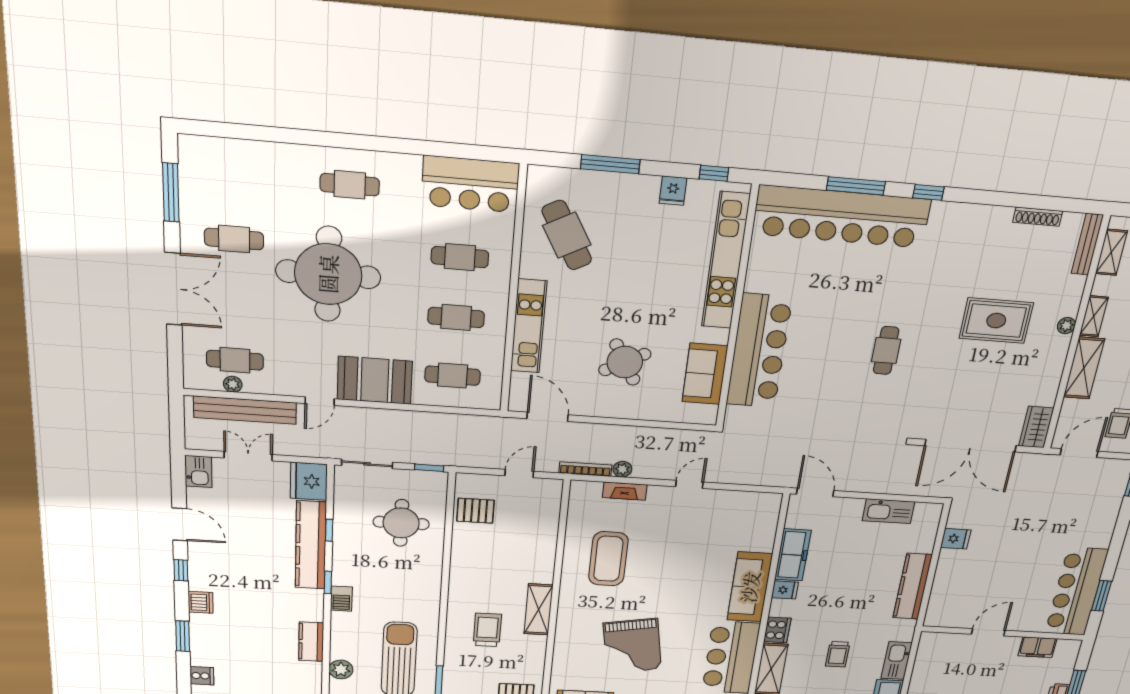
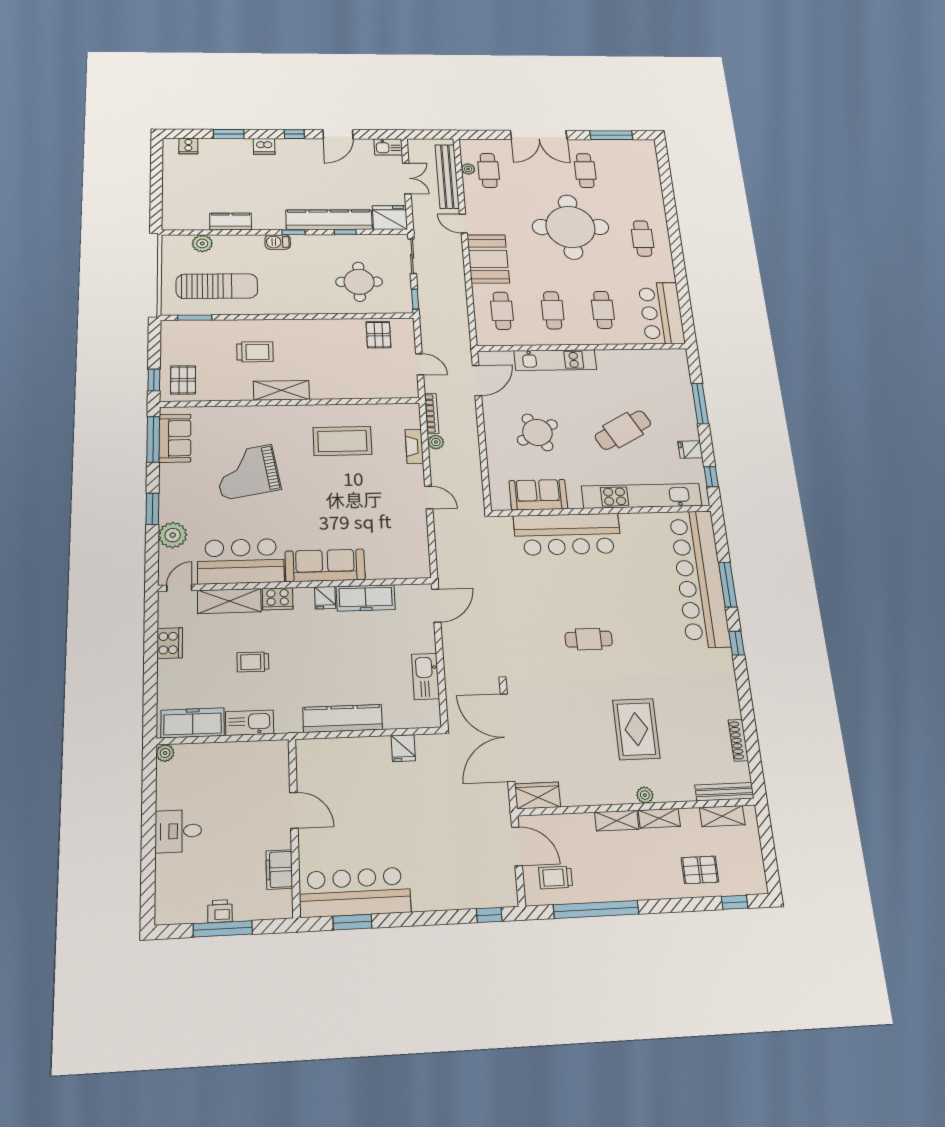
cafe table: (567, 235) -> (623, 430), moved
shelving: (1084, 368) -> (617, 821), width x0.67, depth x0.75

